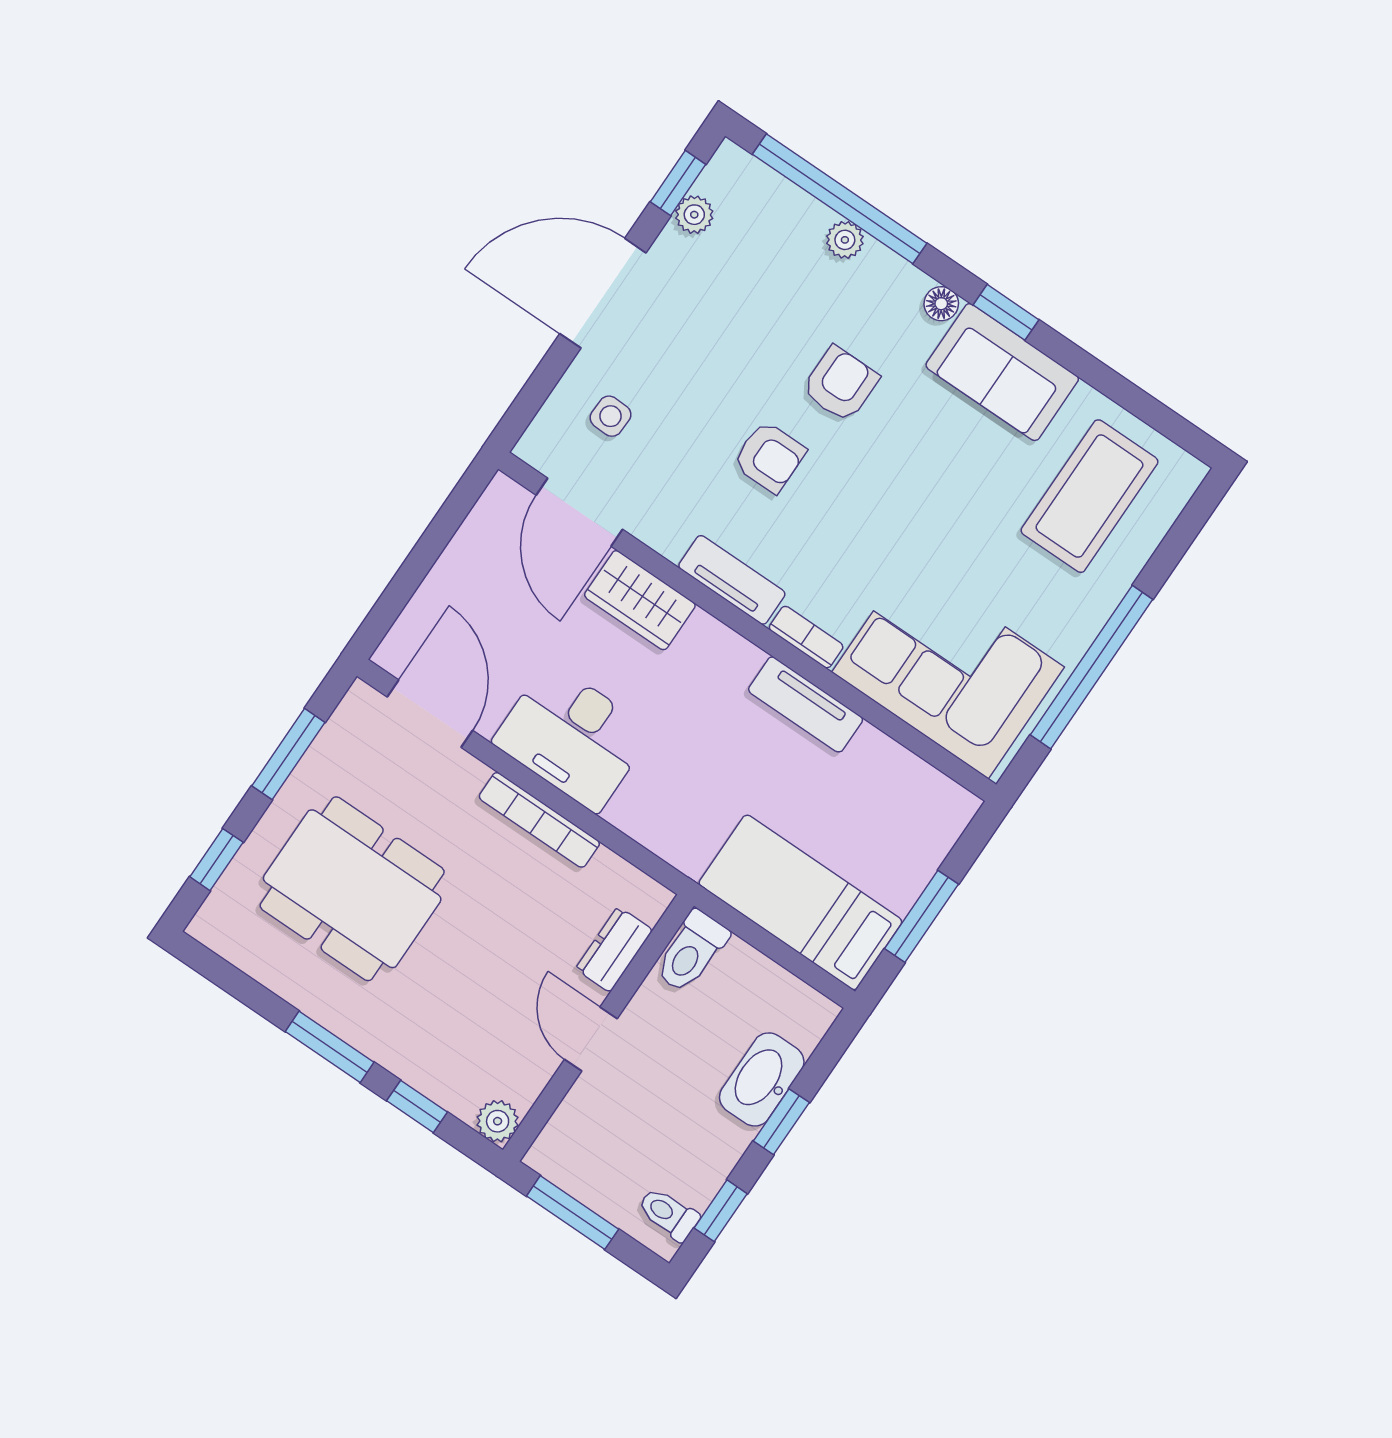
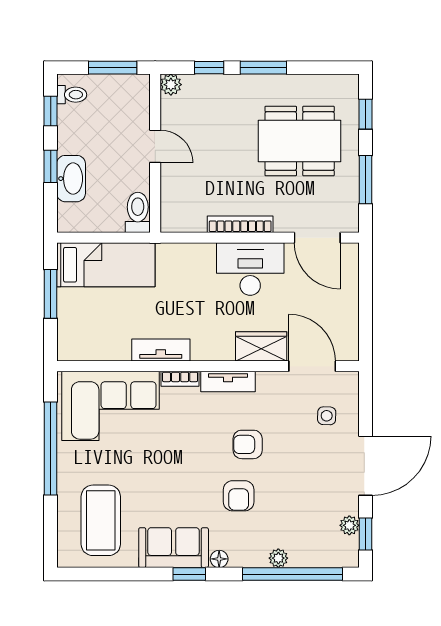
dresser: (614, 949) -> (171, 191), removed

